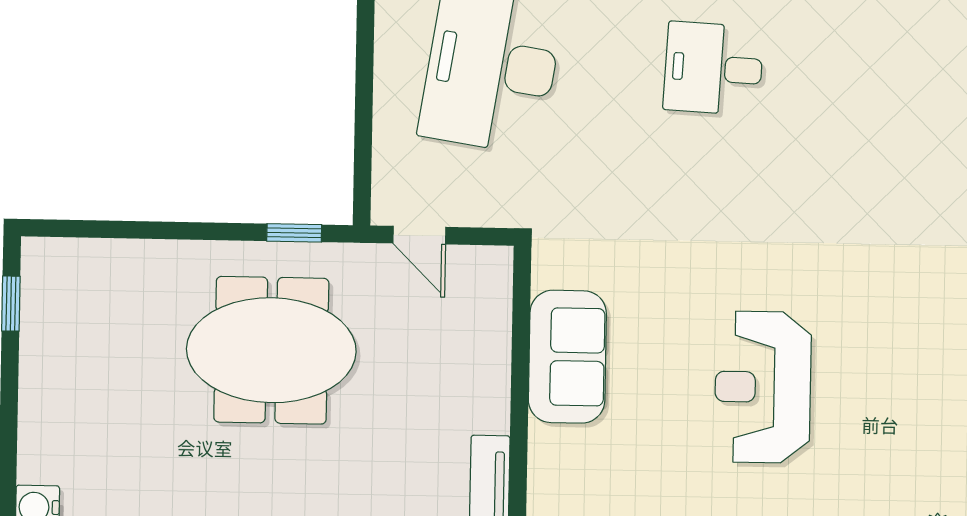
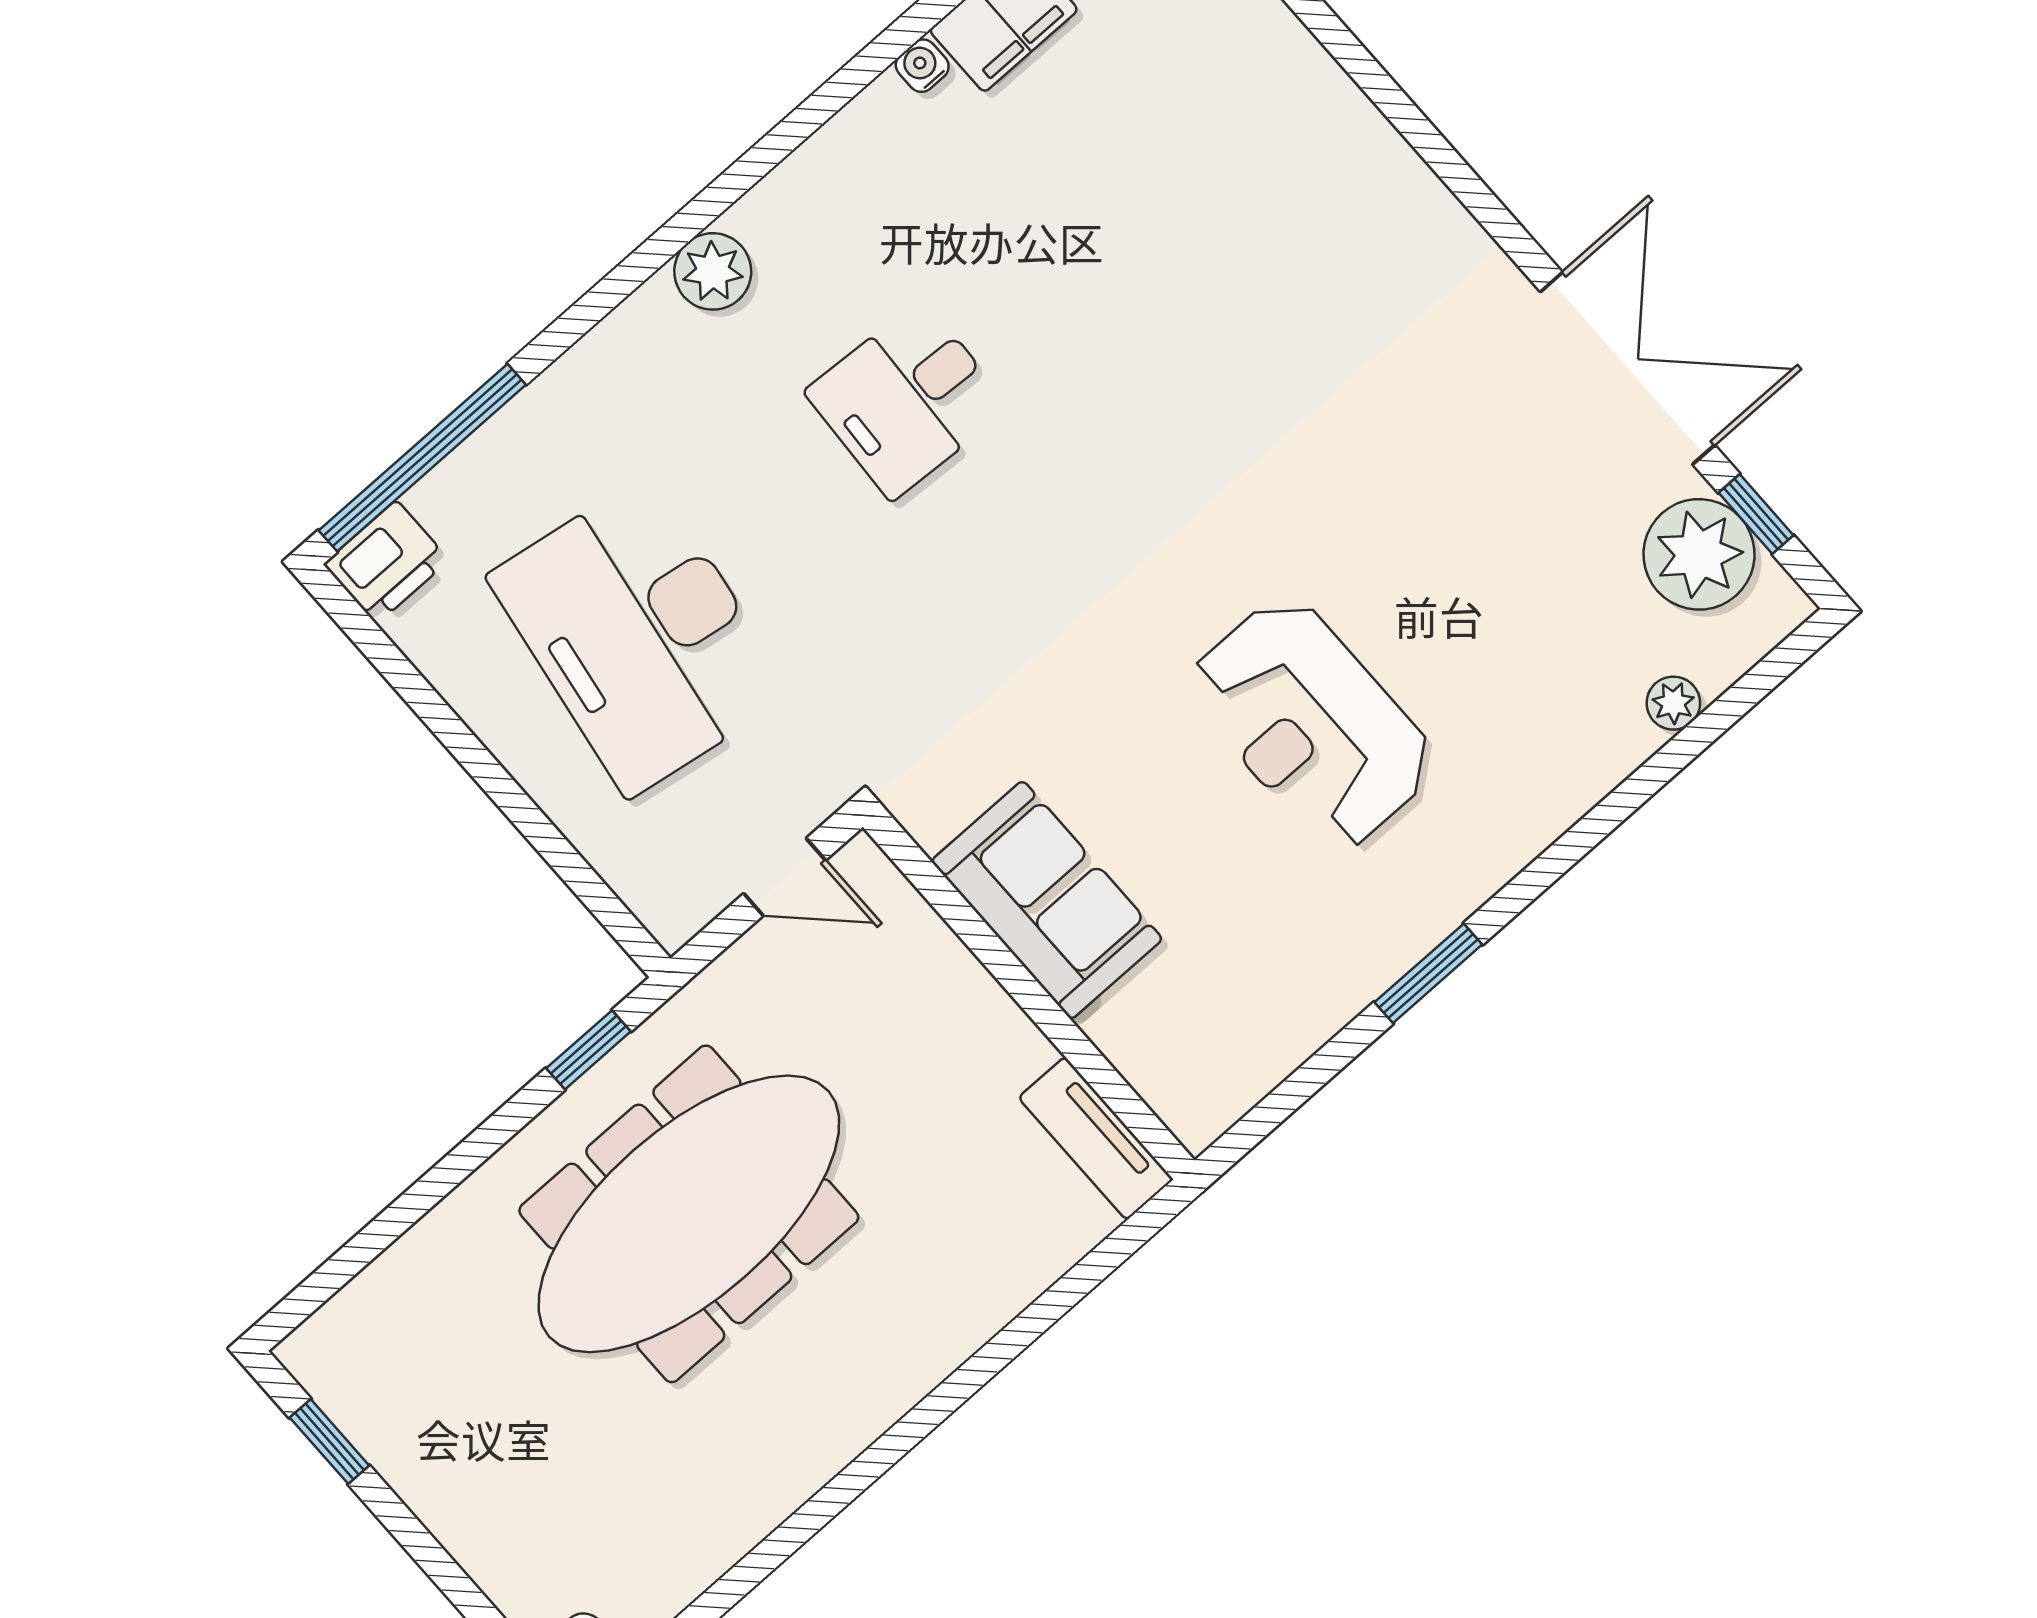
door: (419, 235) -> (785, 877), moved
meeting table: (271, 350) -> (689, 1214), width x1.36

